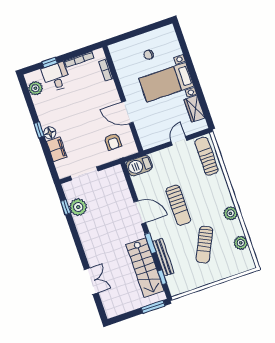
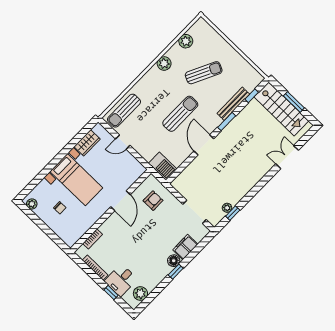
plant: (165, 31) -> (32, 204), added
plant: (78, 207) -> (227, 208), width x0.53, depth x0.53
stairs: (145, 267) -> (281, 109), moved, turned 90
window: (153, 307) -> (294, 102), moved

